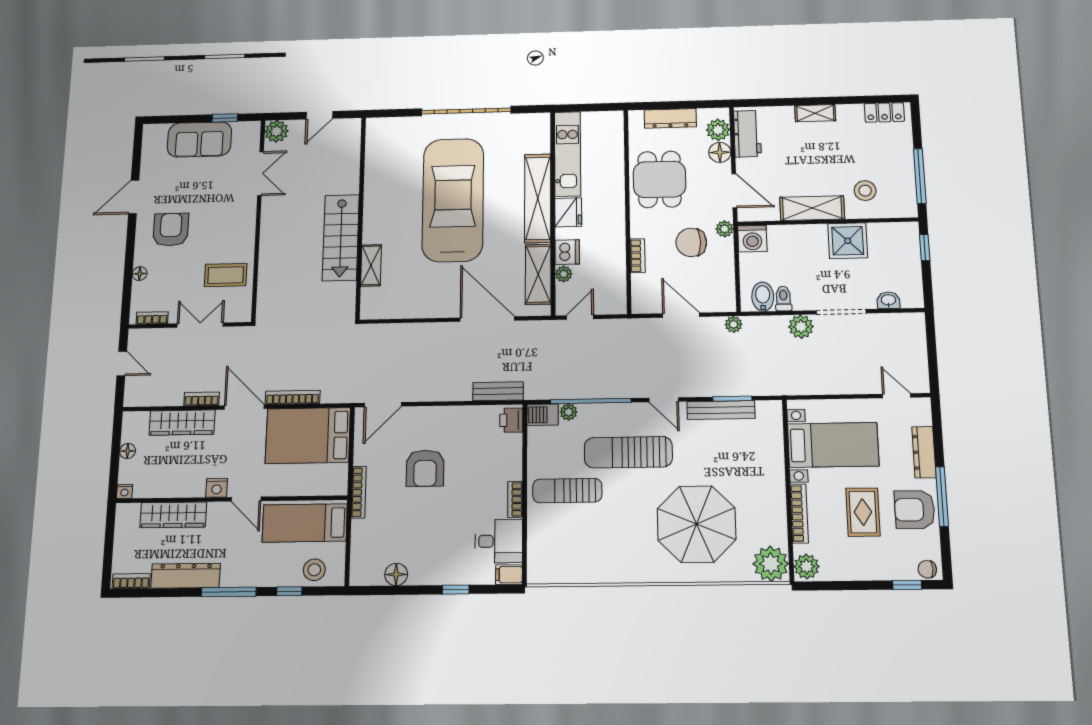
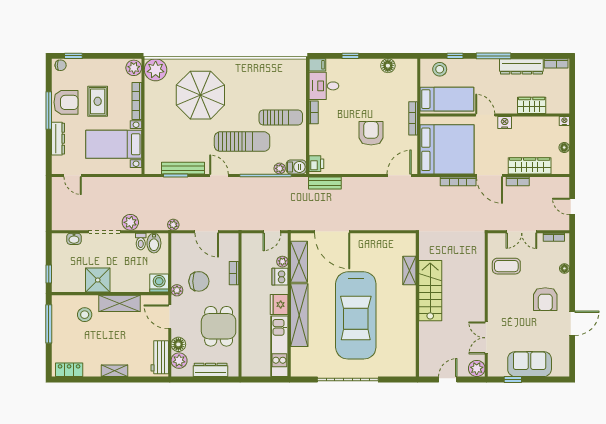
bed: (308, 435) -> (447, 149), width x1.36
wardrobe: (173, 515) -> (532, 105), width x0.67

